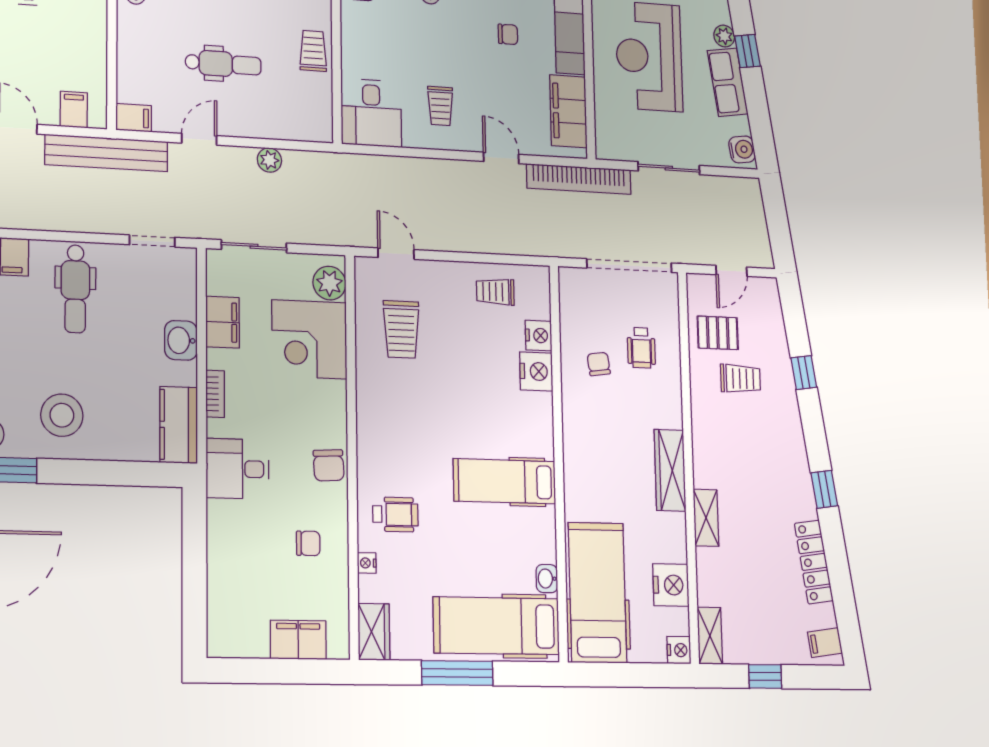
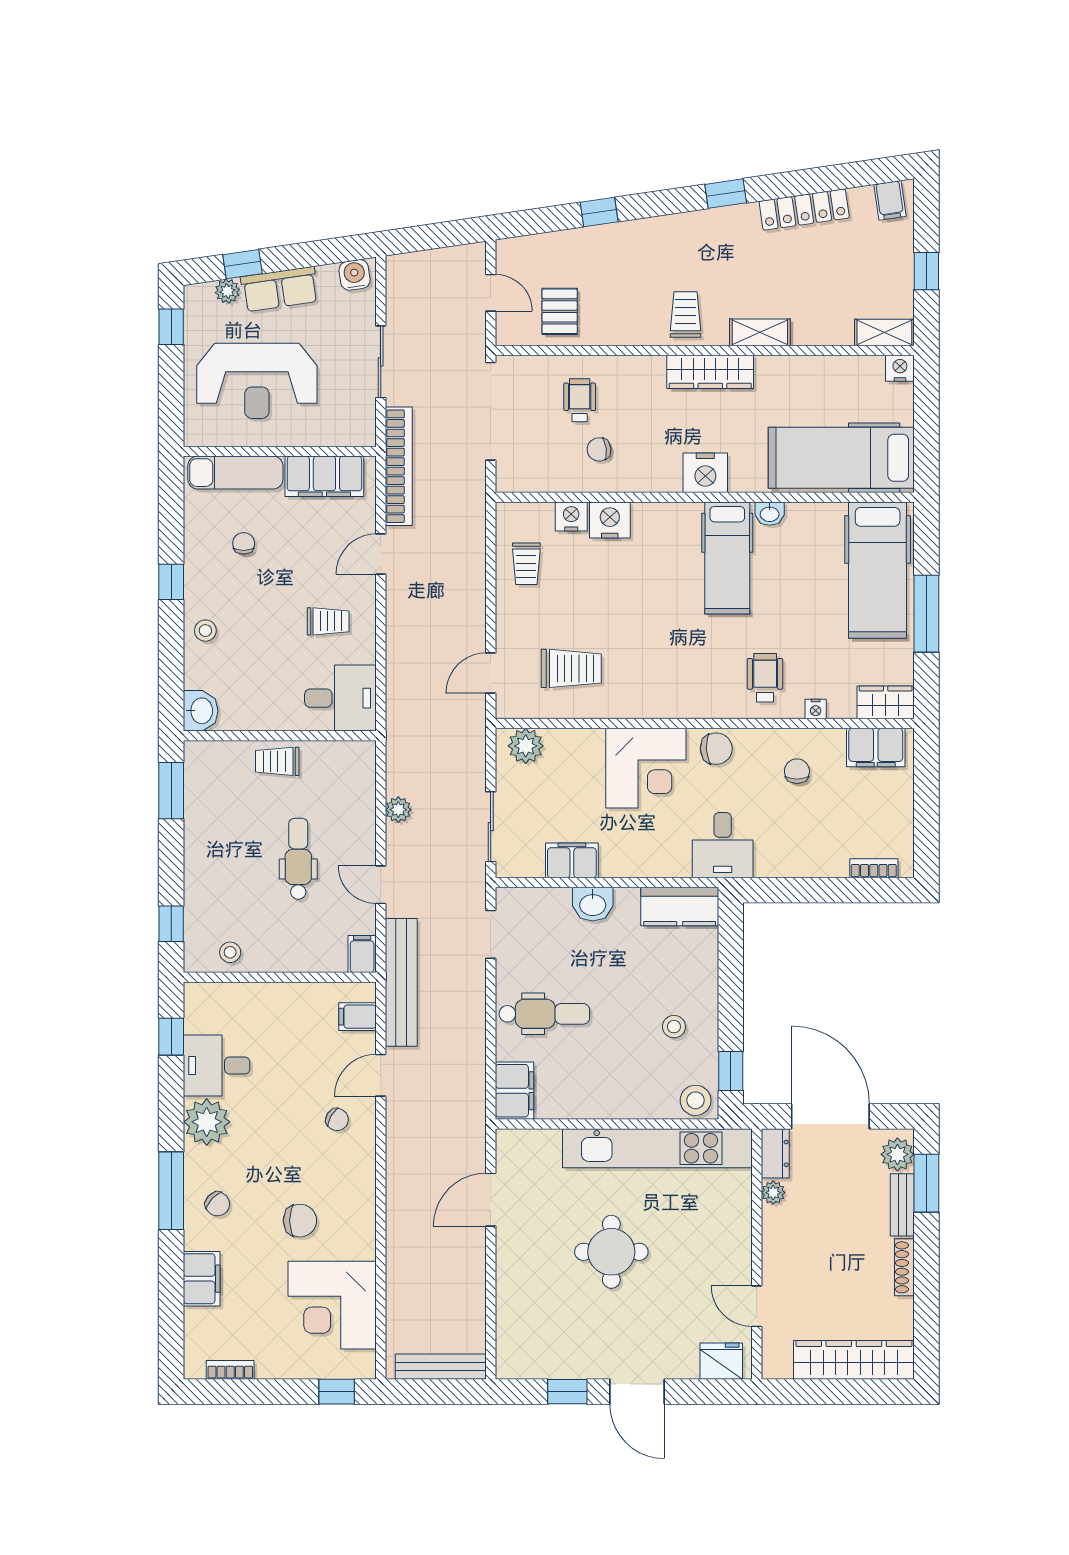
corner desk: (309, 339) -> (646, 768), moved
wheelchair: (641, 348) -> (580, 400), turned -90
trolley: (740, 379) -> (686, 314), moved
bookcase: (215, 394) -> (874, 868), moved
stool: (62, 415) -> (674, 1027), width x0.53, depth x0.53
washbasin: (547, 579) -> (770, 514), moved
nightstand: (671, 585) -> (705, 473), moved, turned 180
filing cabinet: (298, 640) -> (876, 748), moved, turned -90

